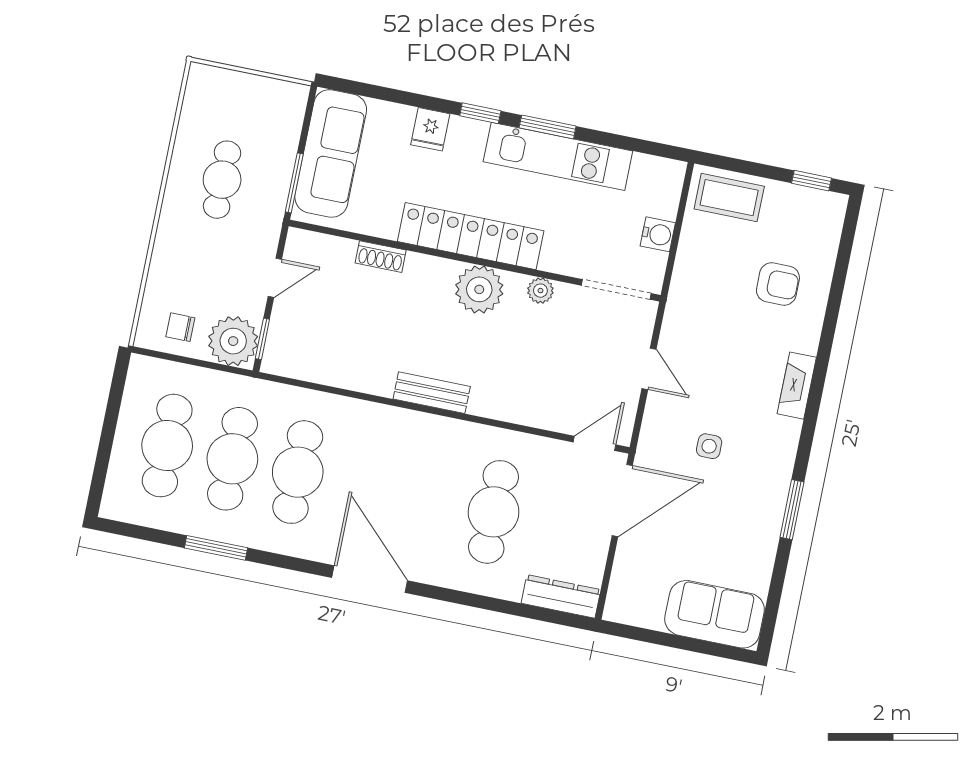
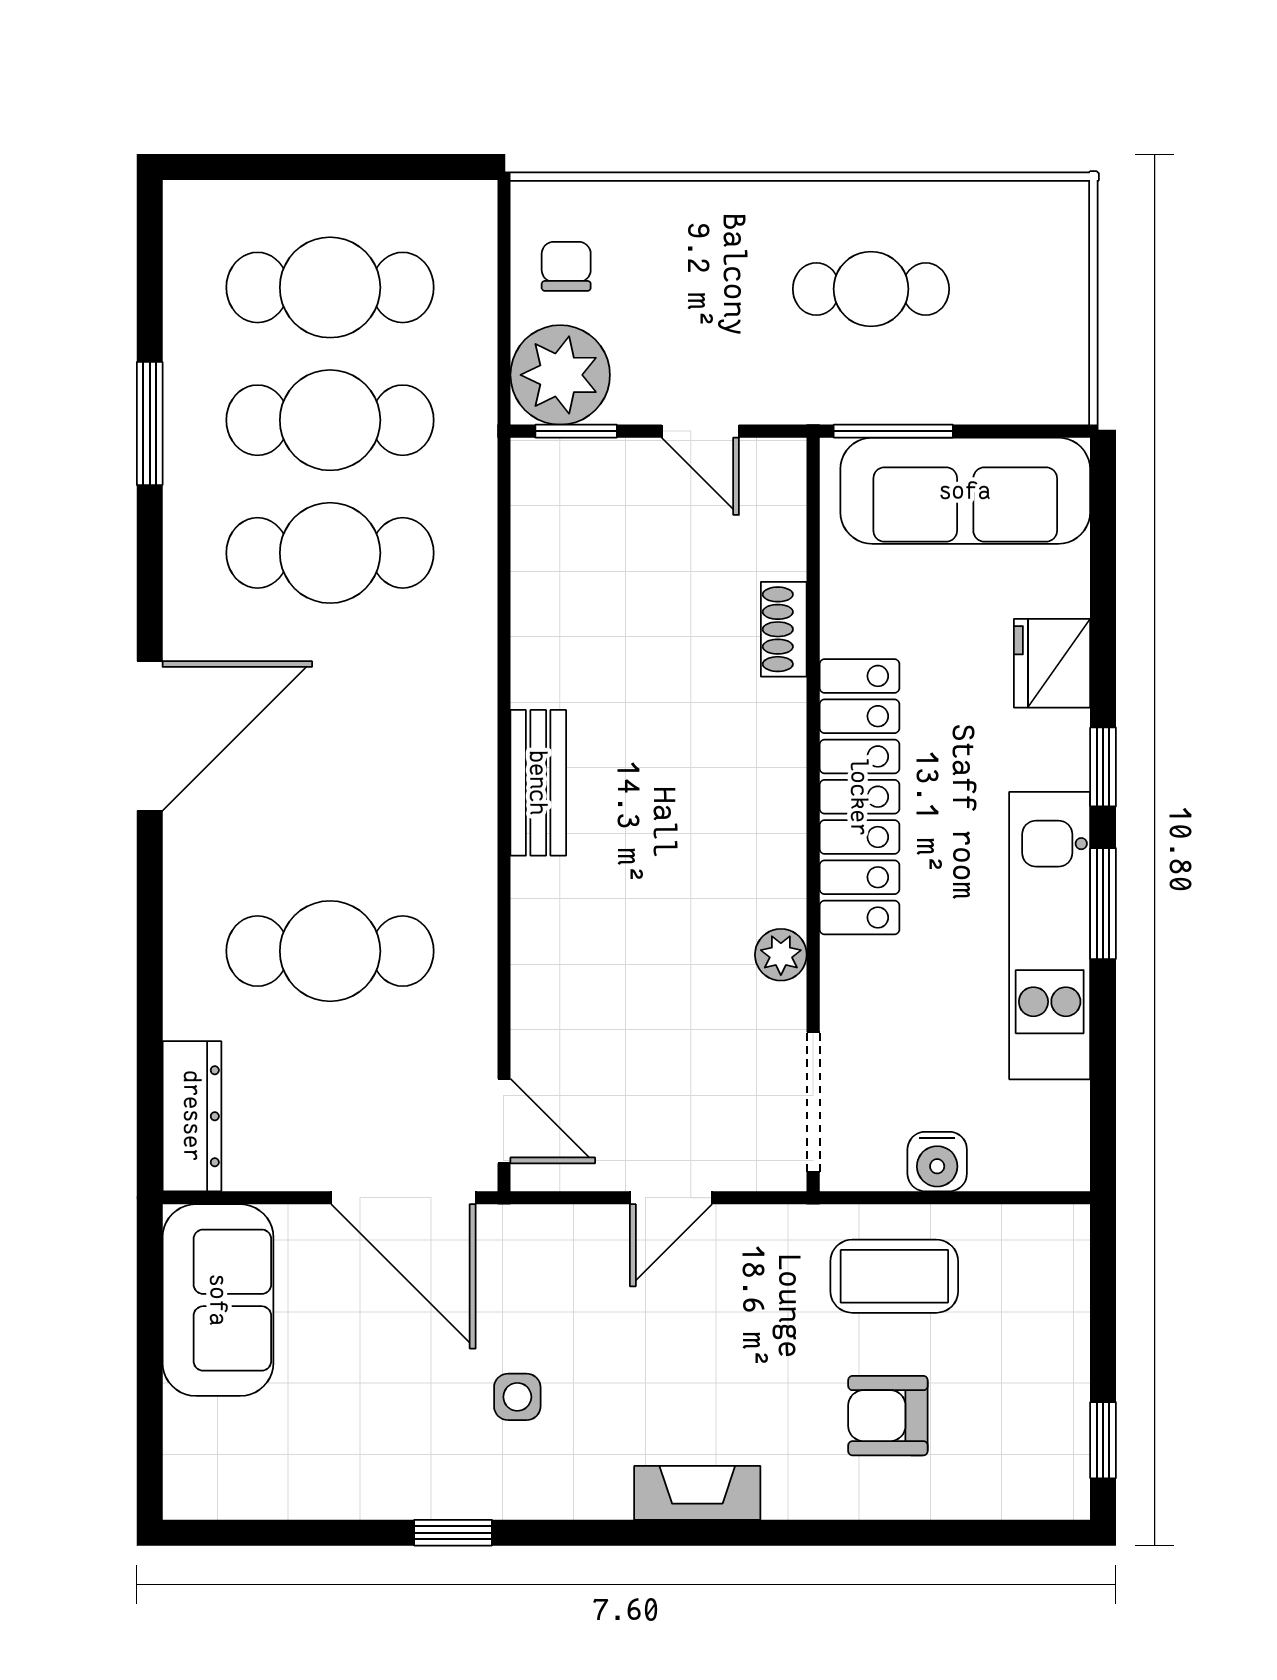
fridge: (430, 129) -> (1052, 663), width x1.38
coffee table: (729, 198) -> (894, 1276), moved, turned 90
armchair: (778, 284) -> (888, 1416), turned 90
plant: (479, 289) -> (759, 835), removed
side table: (709, 446) -> (517, 1397), moved
window: (792, 510) -> (453, 1533), width x0.67
sofa: (715, 614) -> (218, 1300), moved

